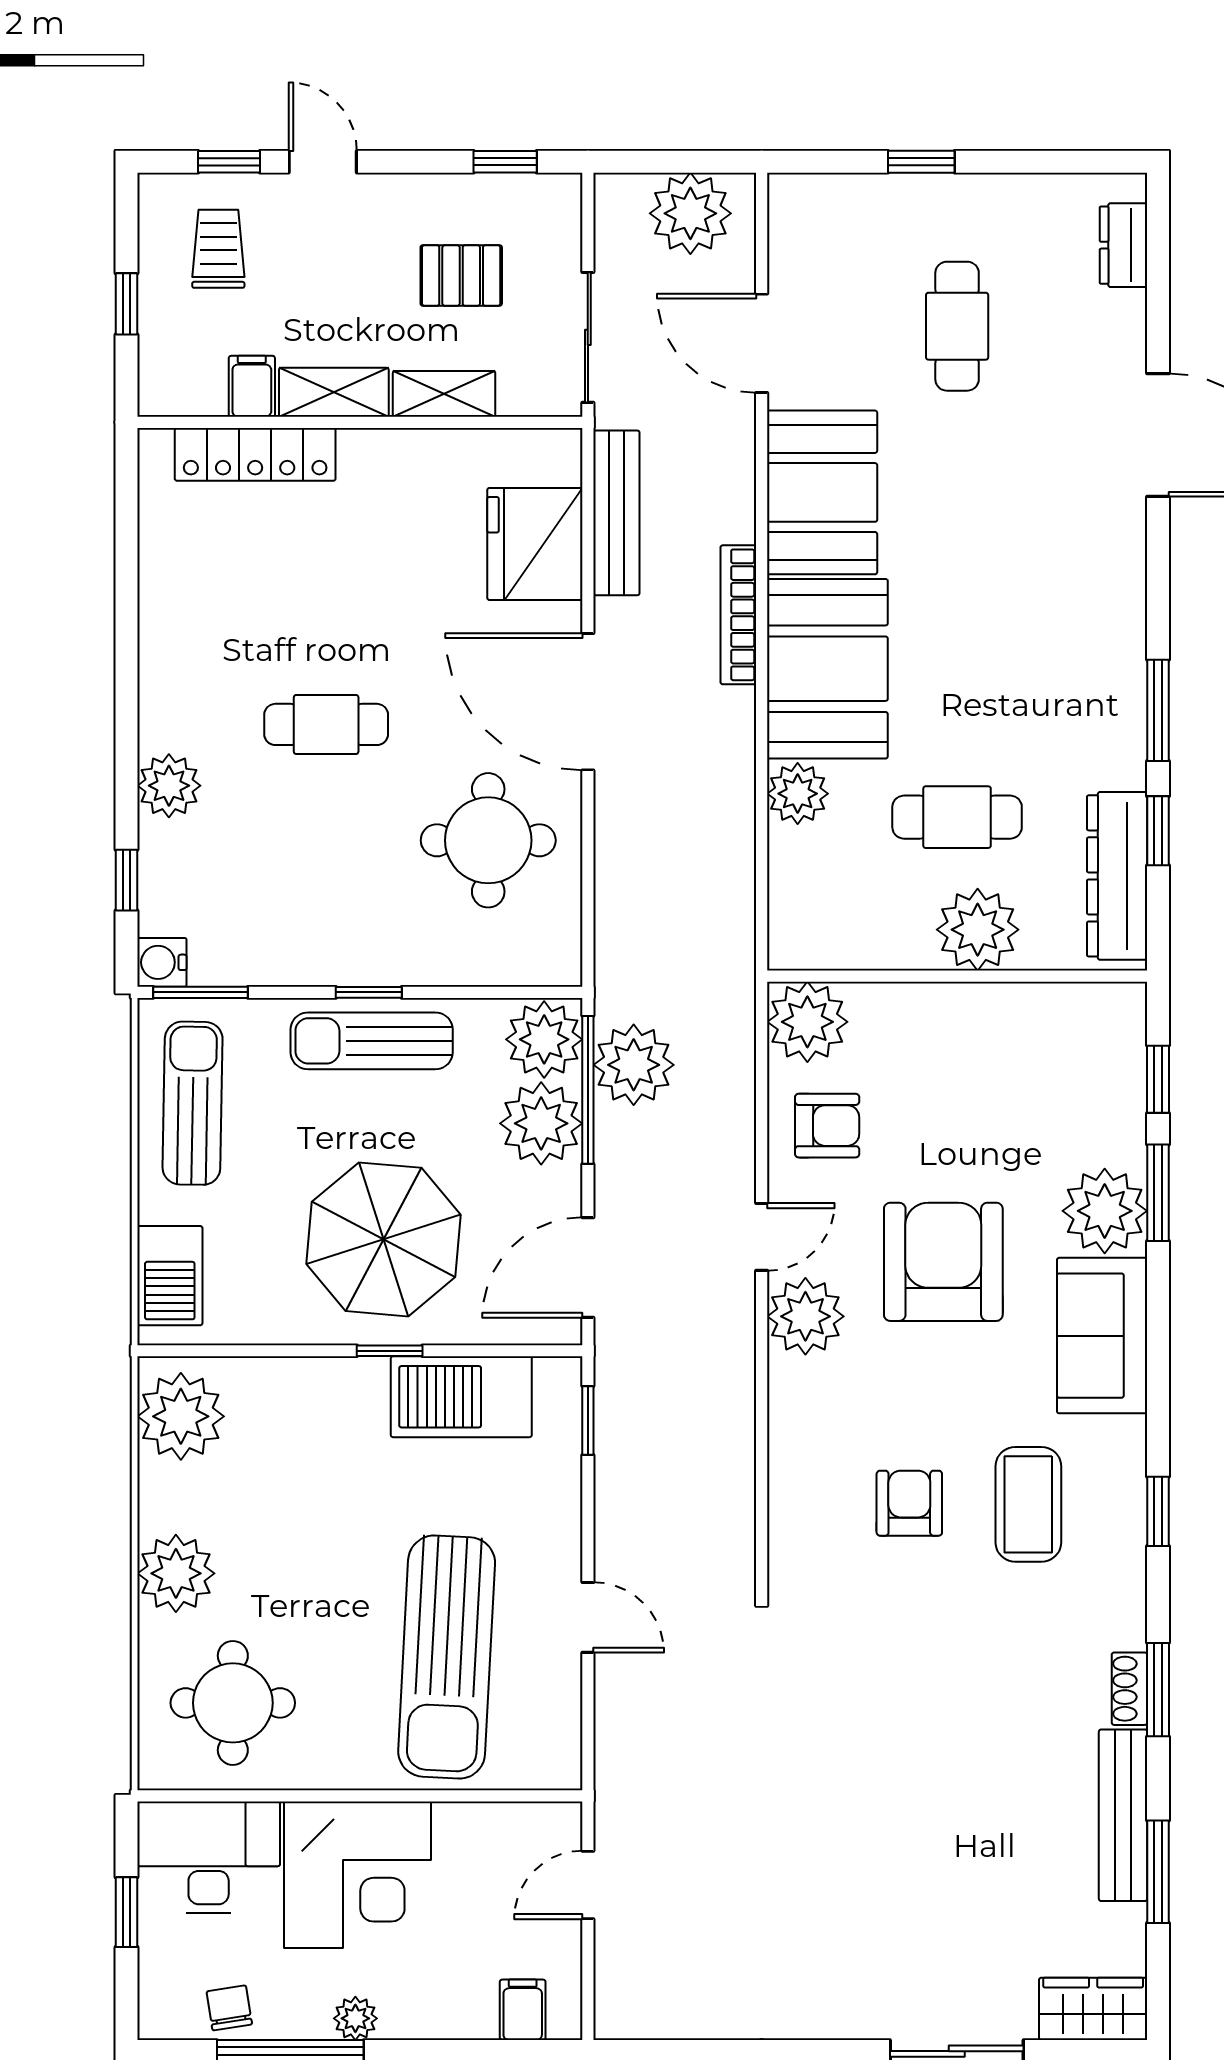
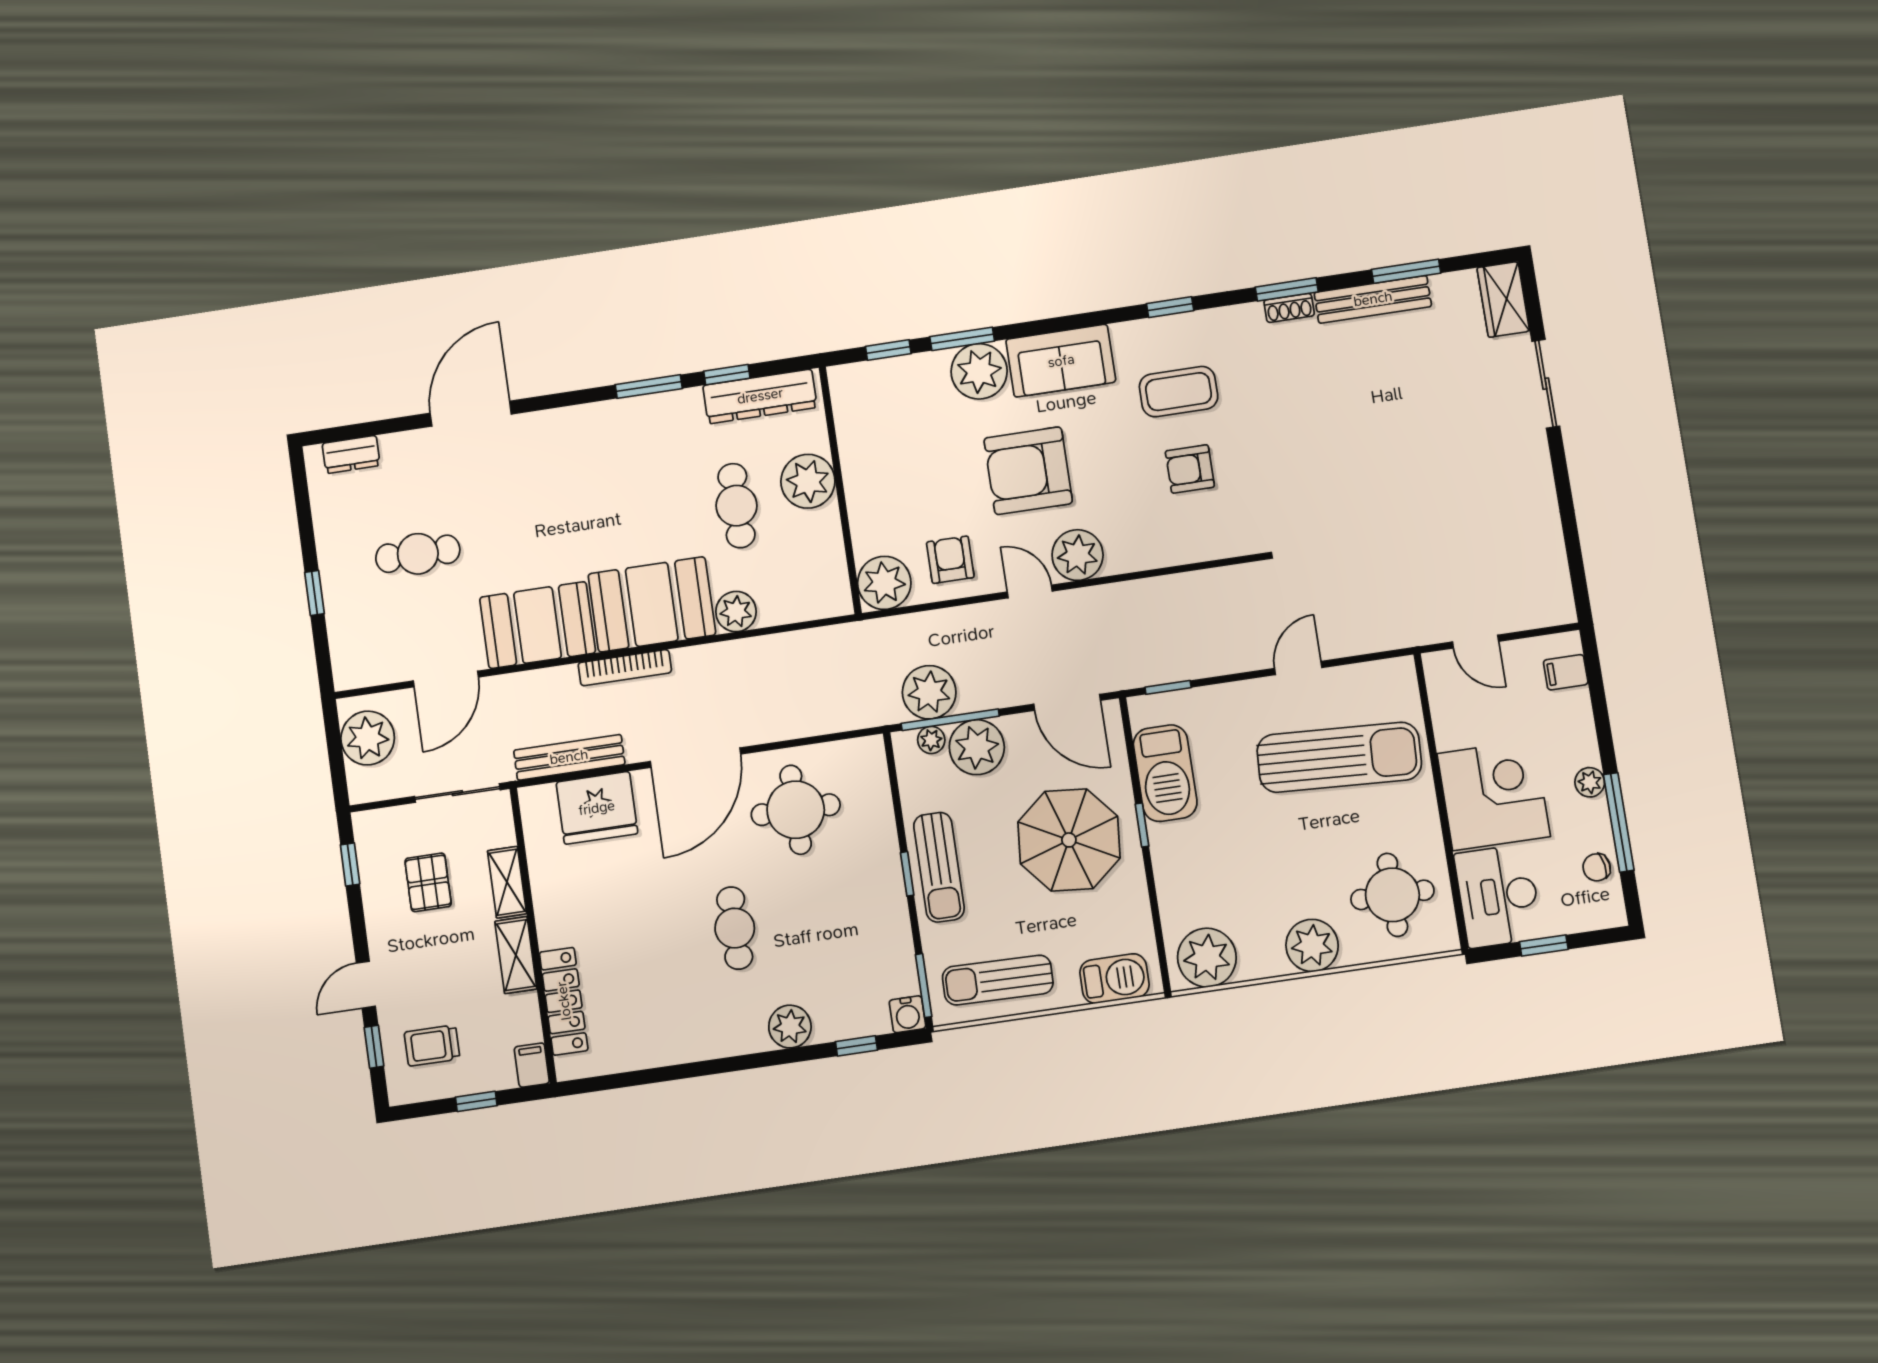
filing cabinet: (252, 386) -> (532, 1065), moved, turned 90
plant: (544, 1039) -> (931, 740), width x0.53, depth x0.53

